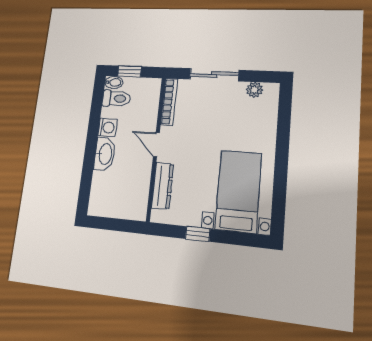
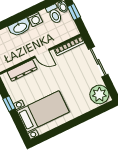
plant: (254, 90) -> (99, 94), width x1.88, depth x1.88
door: (156, 145) -> (42, 53), swing flipped

